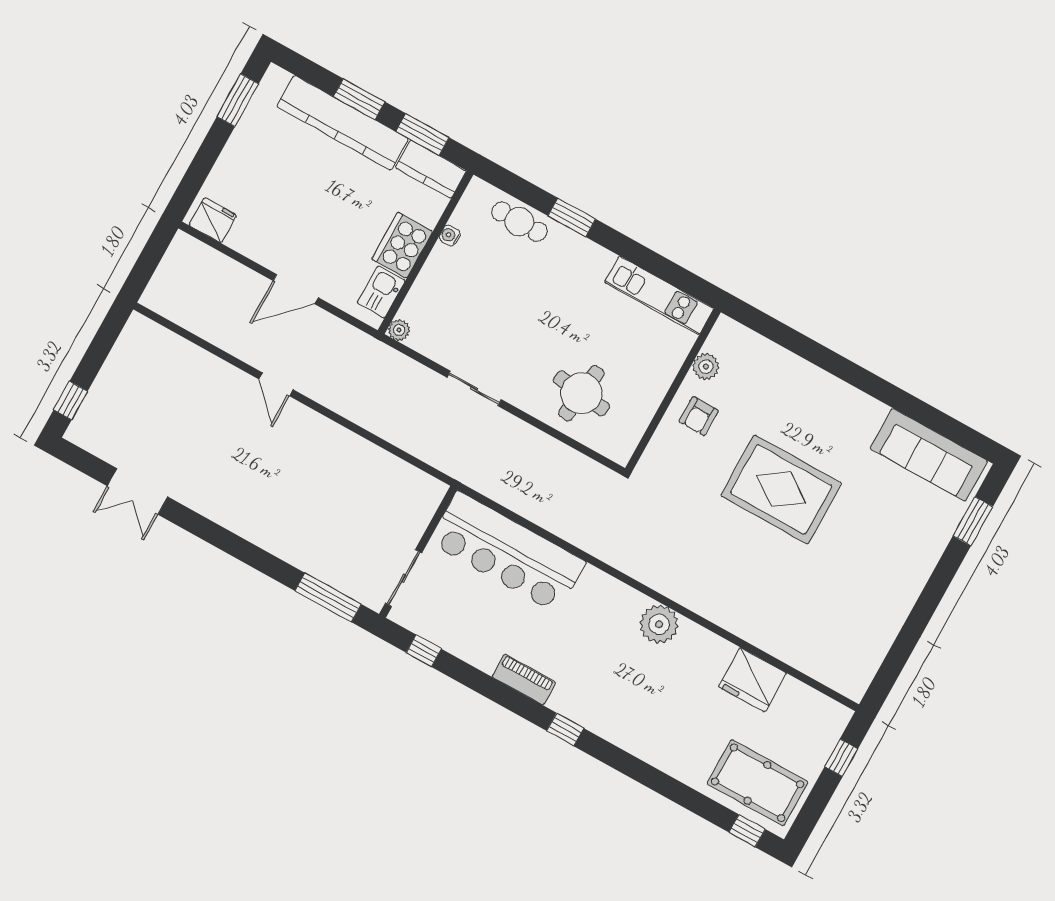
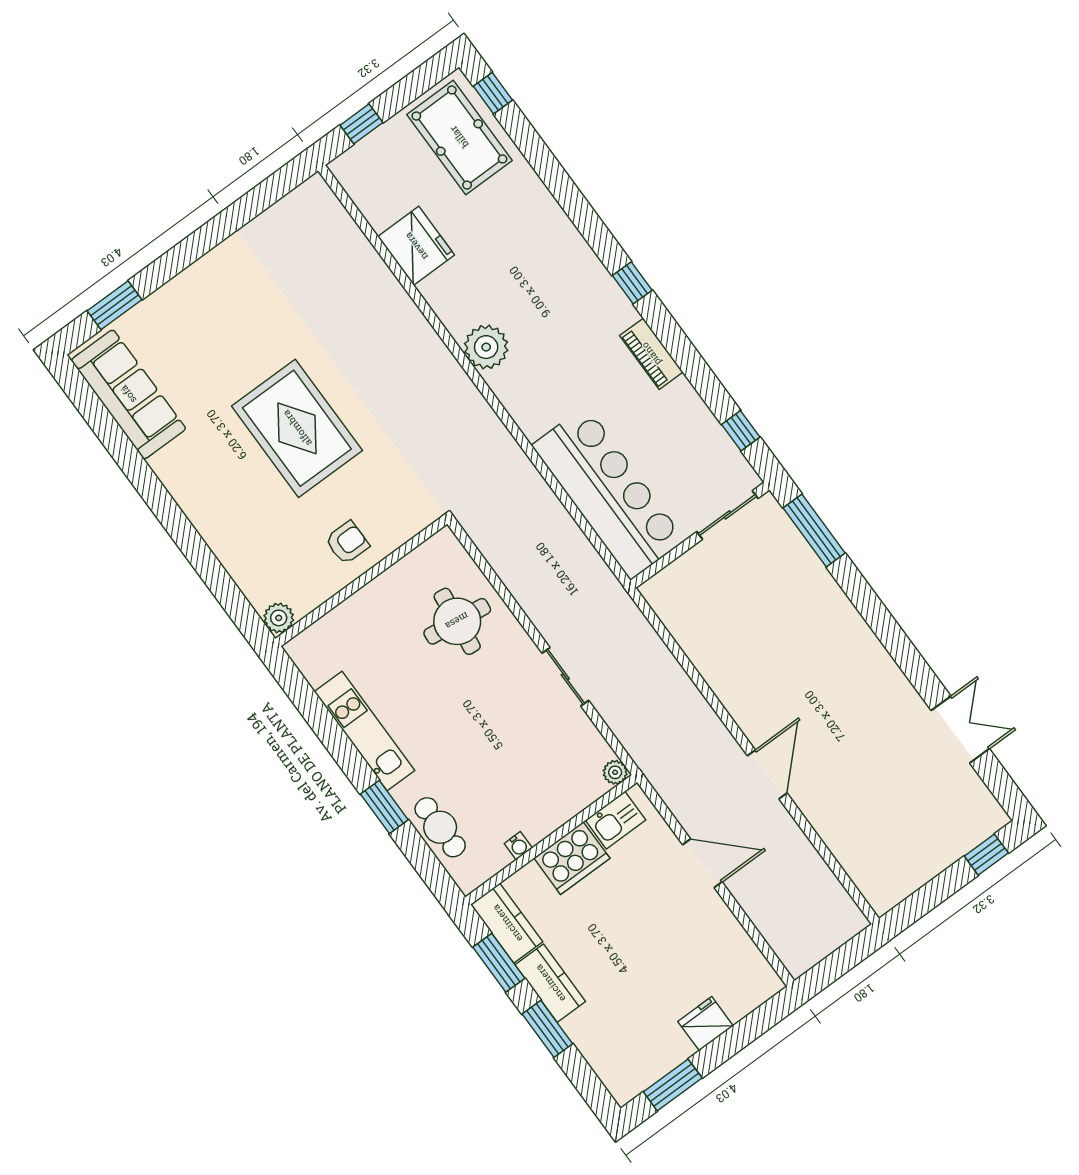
kitchen counter: (343, 123) -> (550, 983), width x0.48, depth x0.86
fridge: (213, 220) -> (706, 1024), moved, turned 90
kitchen unit: (659, 295) -> (364, 731), moved
plant: (706, 367) -> (279, 618), moved
door: (276, 384) -> (767, 774), width x1.38

